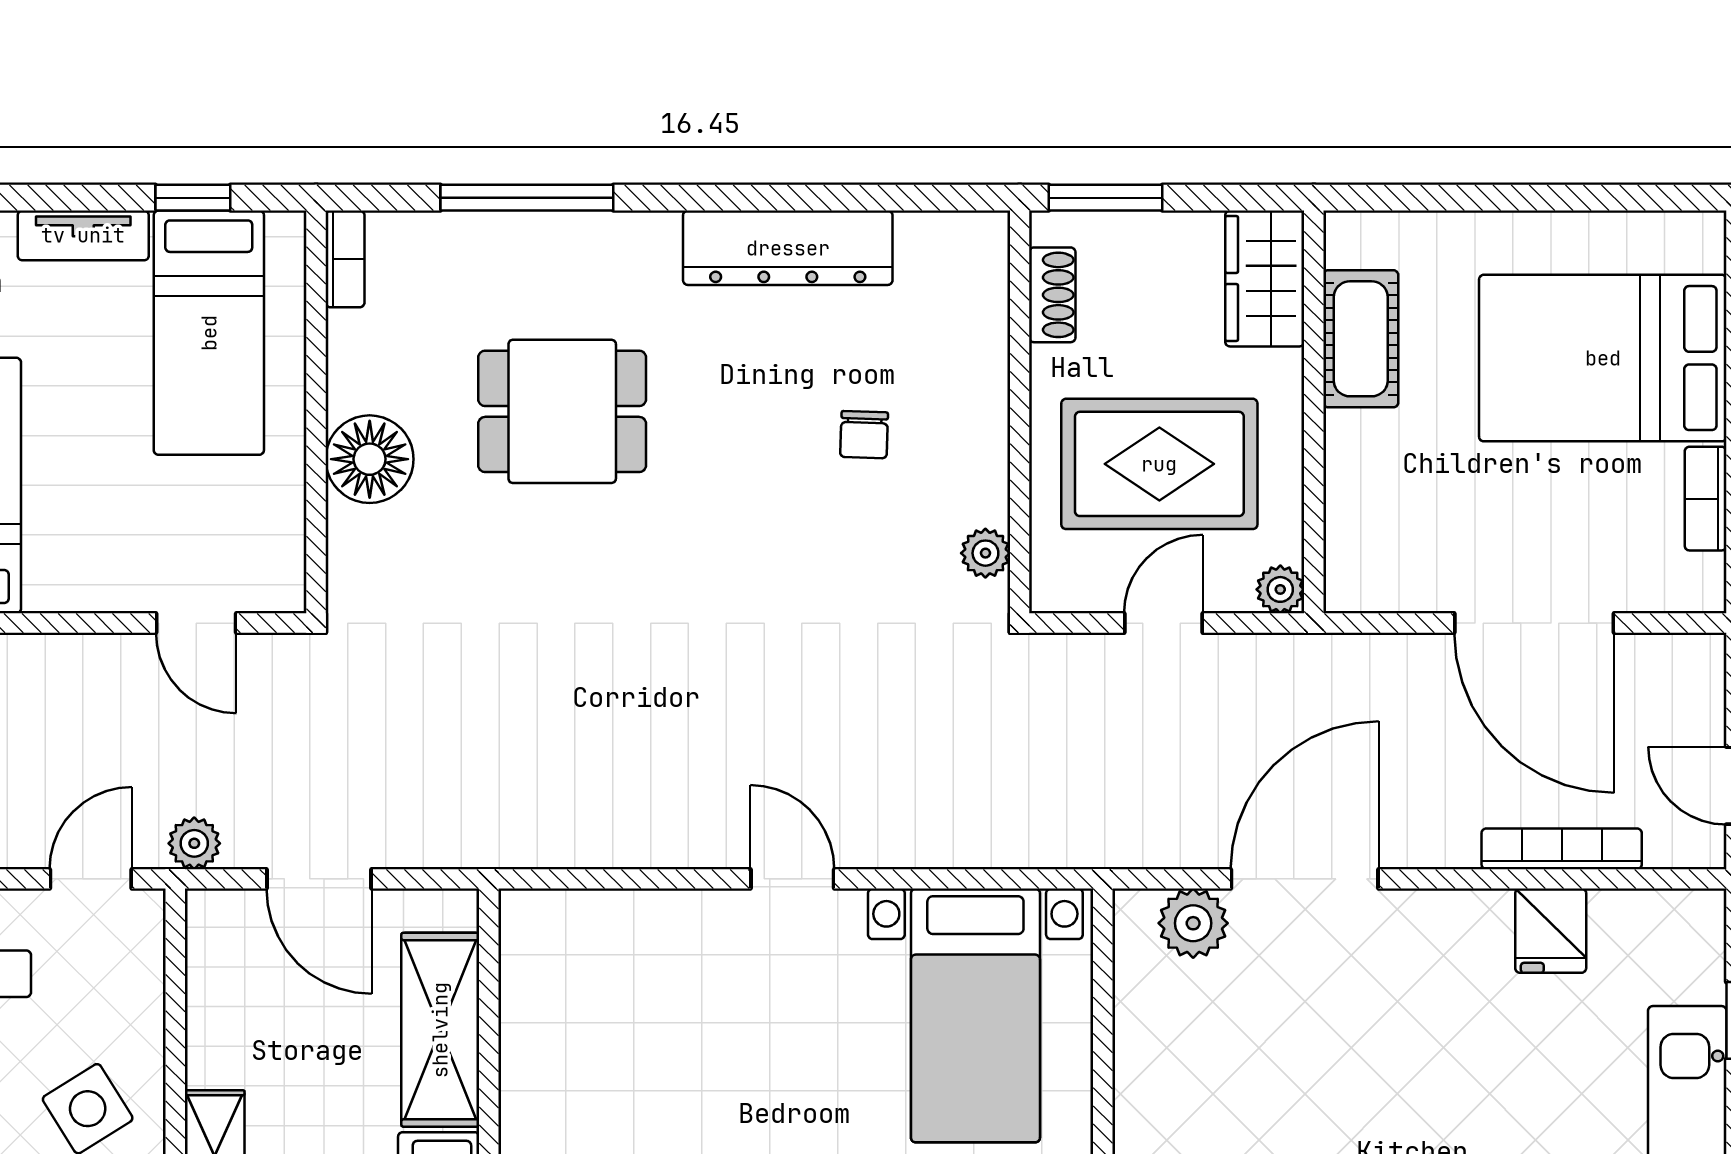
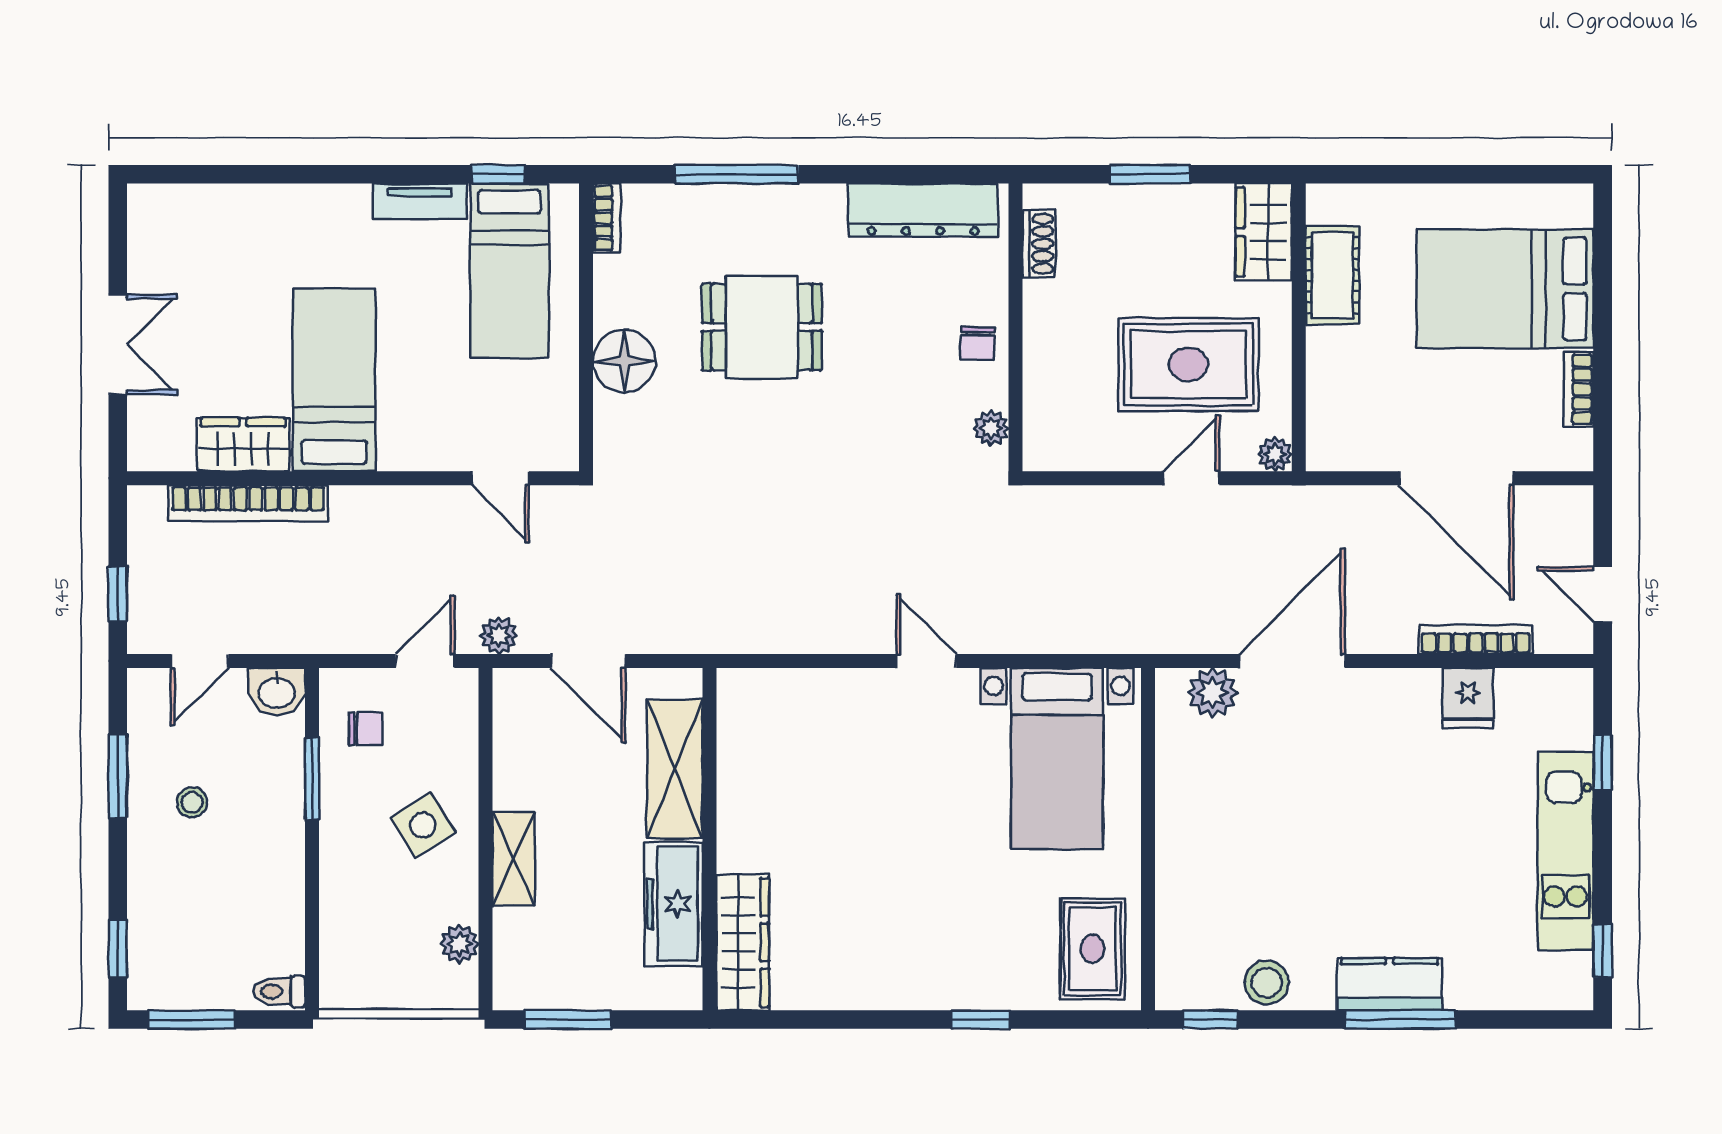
shoe rack: (1052, 295) -> (1039, 244), moved
wall: (1020, 412) -> (1016, 327), moved
plant: (985, 553) -> (991, 428), moved

